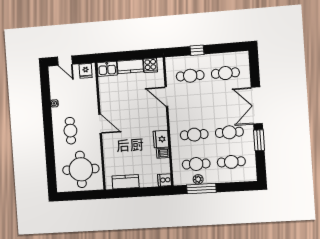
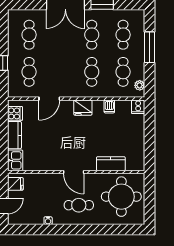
door: (100, 124) -> (74, 172), swing flipped
fridge: (161, 139) -> (83, 108), moved
plant: (198, 179) -> (140, 85), moved
kitchen counter: (126, 182) -> (111, 164), moved, turned 90
window: (201, 189) -> (150, 47), moved

